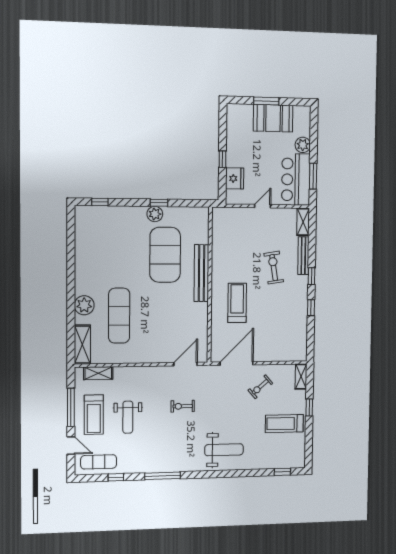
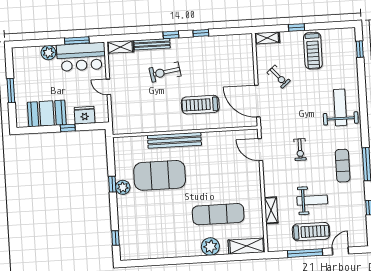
booth: (273, 118) -> (47, 113), moved, turned 90
shelving: (98, 373) -> (271, 210), moved
exercise mat: (99, 462) -> (343, 166), moved

